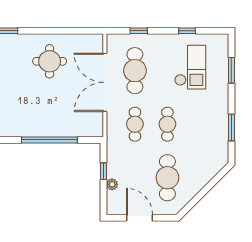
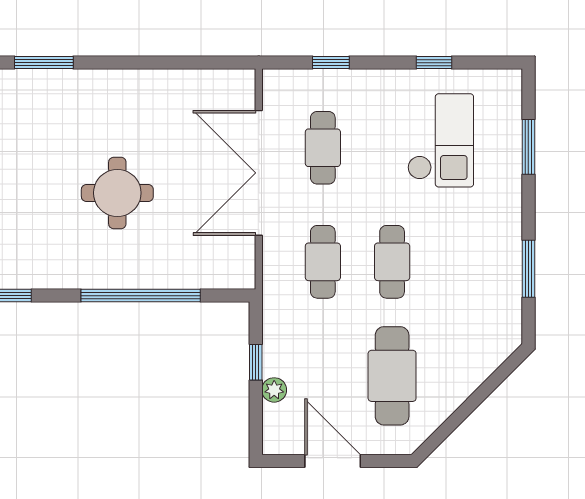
round table: (50, 61) -> (117, 193), moved
cafe table: (135, 71) -> (323, 148), width x0.73, depth x0.74

